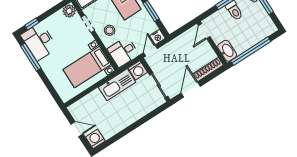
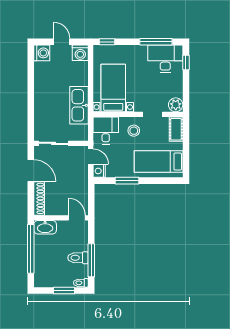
washing machine: (138, 70) -> (80, 53), moved, turned -90
window: (55, 95) -> (107, 42), added
door: (77, 129) -> (62, 42), swing flipped

